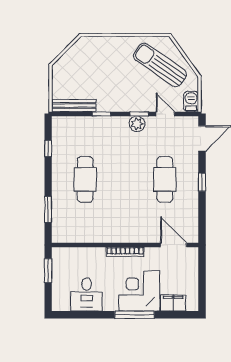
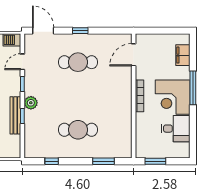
bench: (74, 106) -> (15, 115), moved
plant: (137, 124) -> (31, 103), moved
corner desk: (139, 291) -> (173, 97), moved

